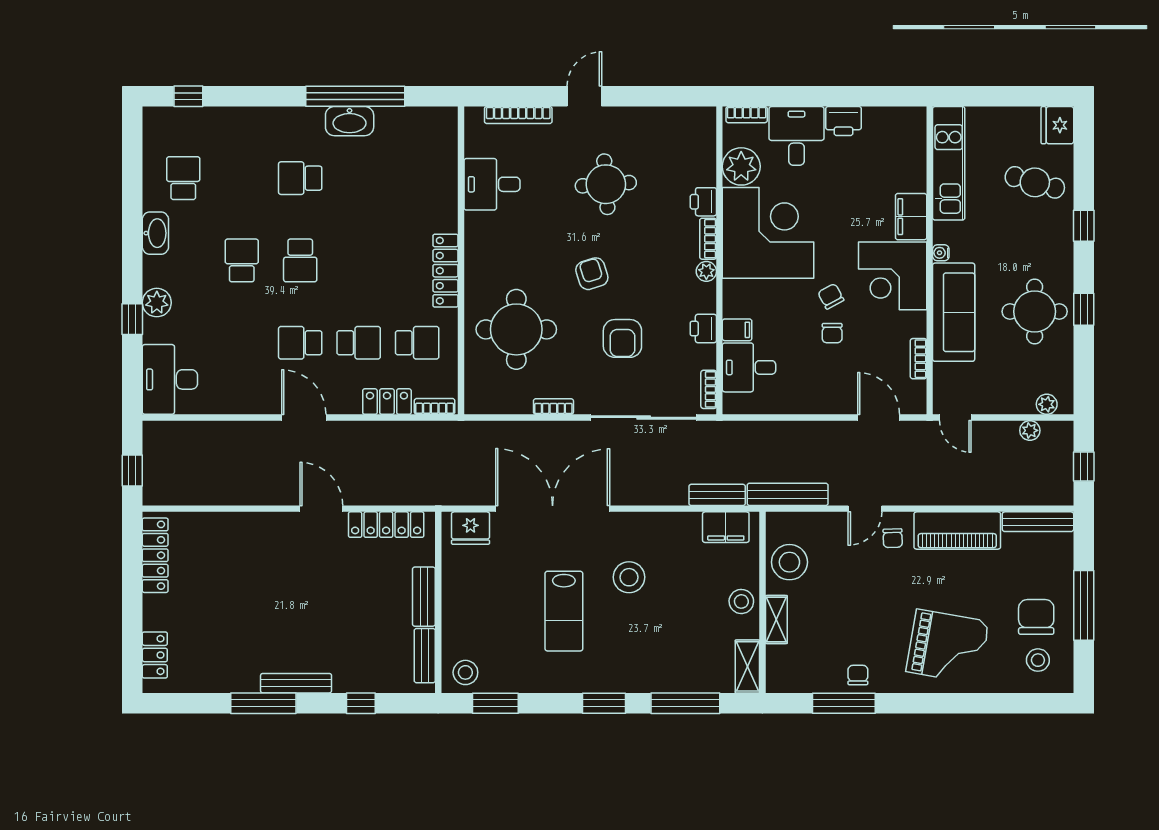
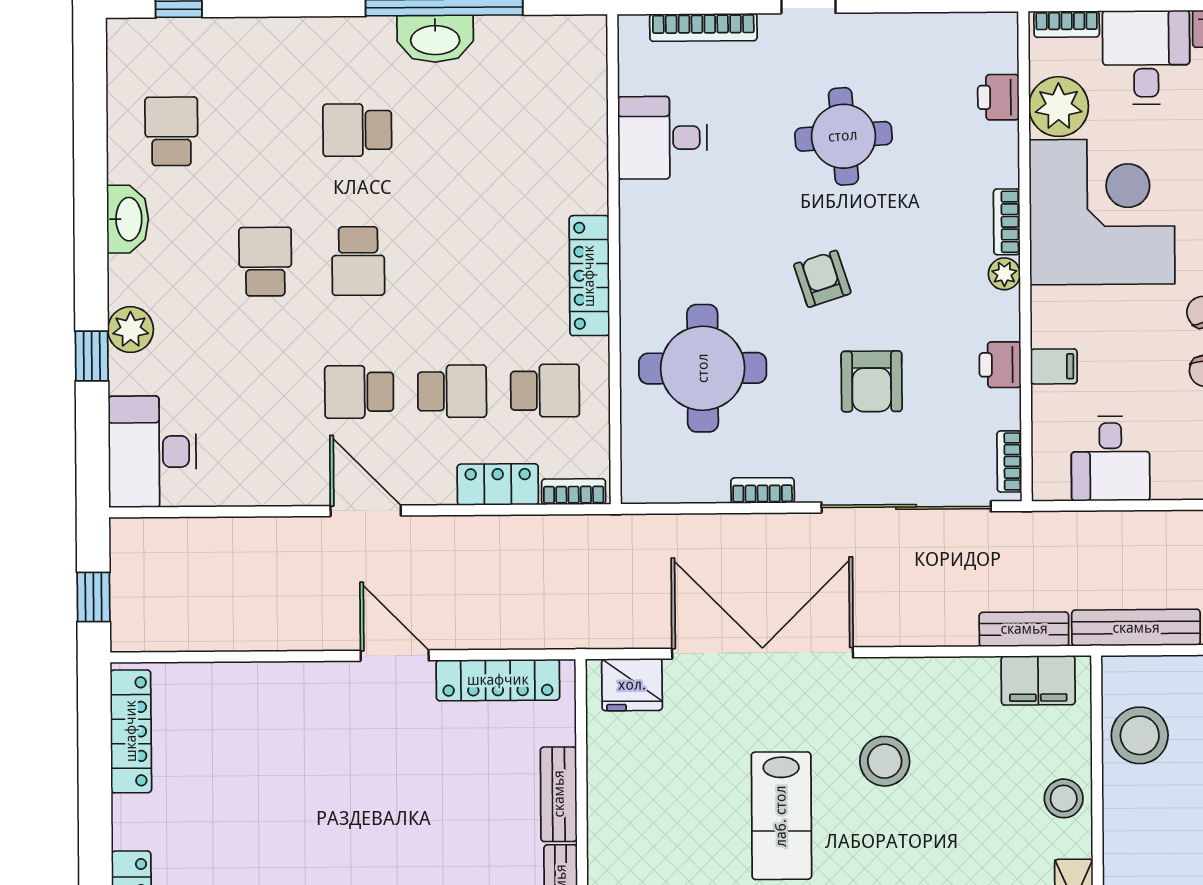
printer: (703, 202) -> (998, 97), moved
desk: (749, 367) -> (1110, 458), moved, turned -90
shelving: (776, 620) -> (1120, 827), removed

